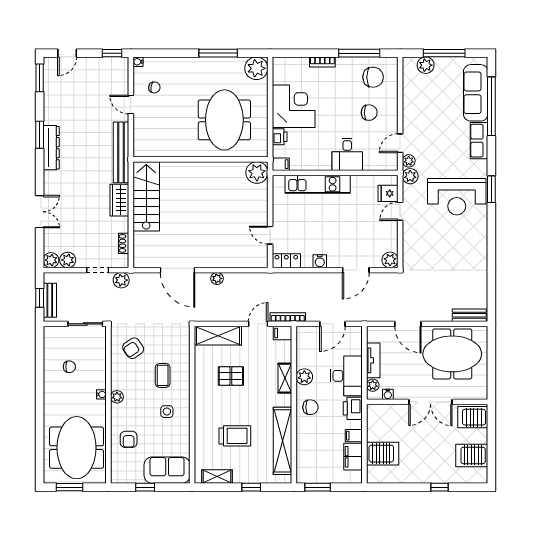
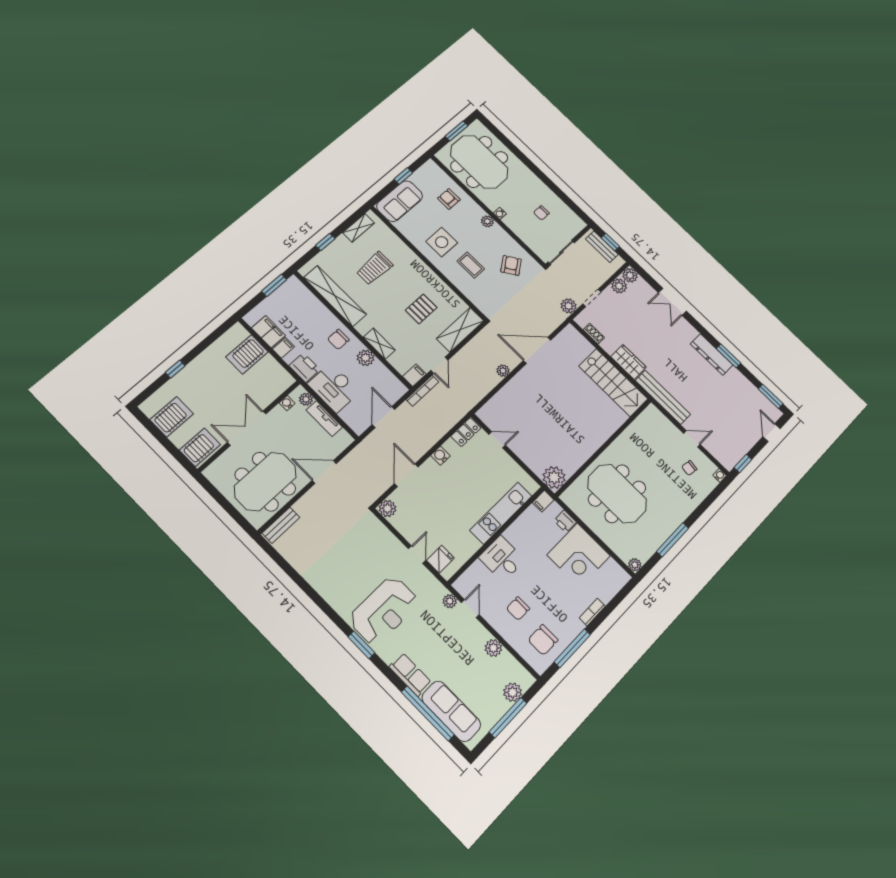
plant: (256, 68) -> (635, 565), width x0.53, depth x0.53
plant: (410, 176) -> (493, 648), moved
reception desk: (457, 197) -> (384, 611), turned 180
side table: (167, 412) -> (442, 242), width x1.87, depth x1.87

